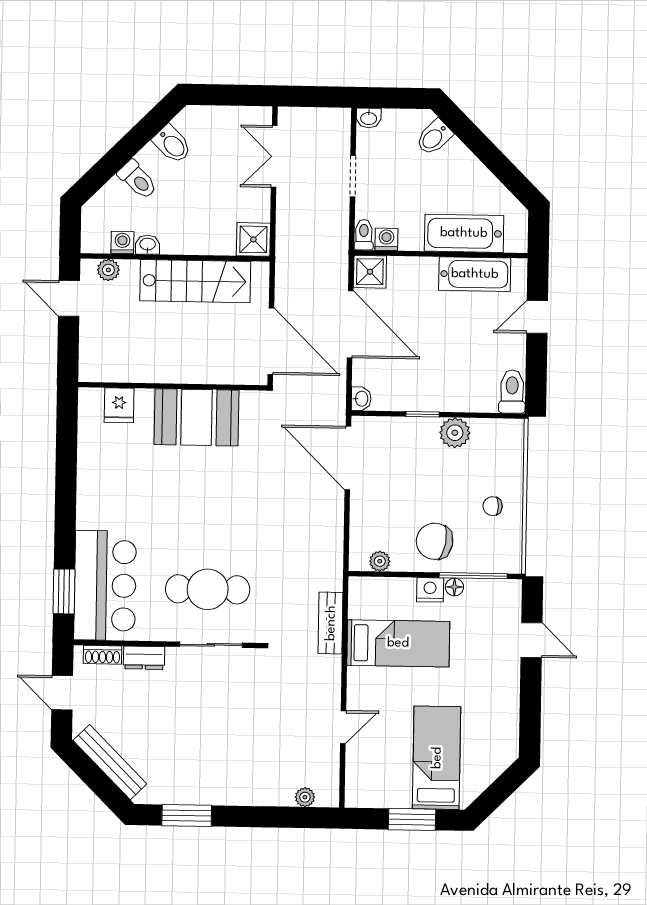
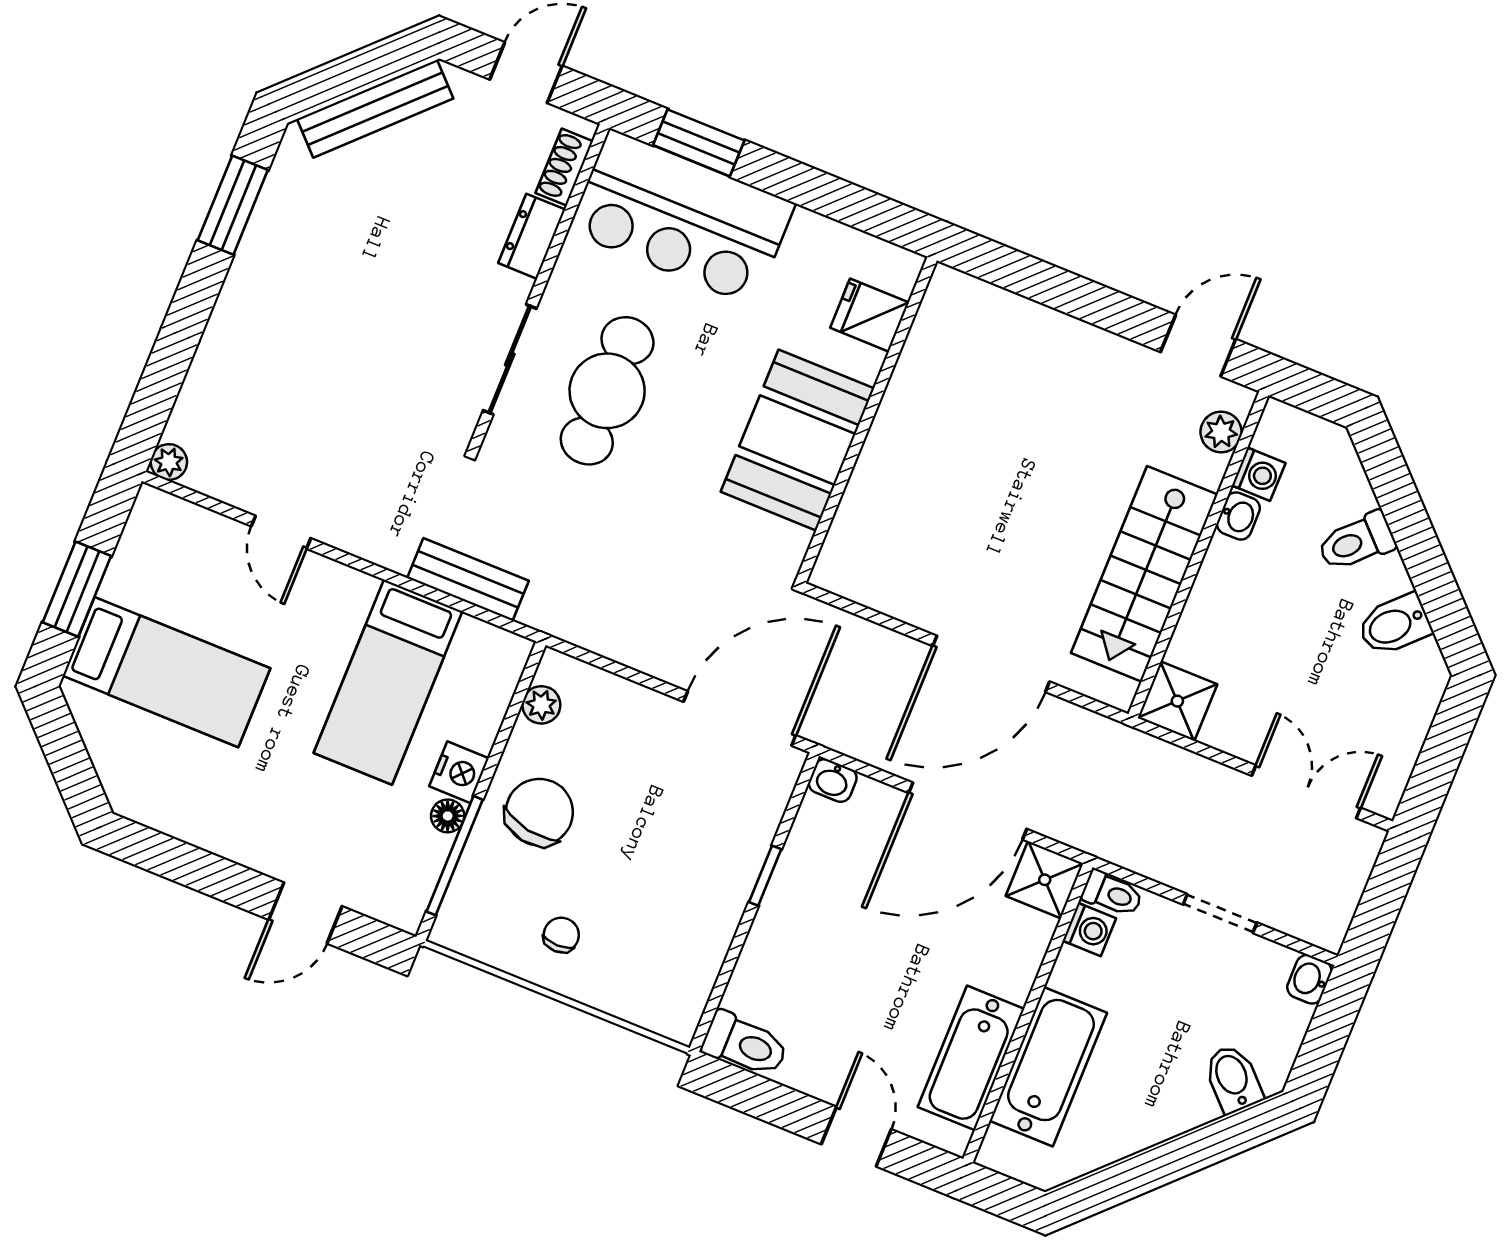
wall: (173, 386) -> (867, 420), moved
fridge: (119, 405) -> (870, 315), moved
booth: (197, 417) -> (797, 440), moved
plant: (455, 433) -> (712, 919), removed
plant: (305, 797) -> (169, 462), moved

